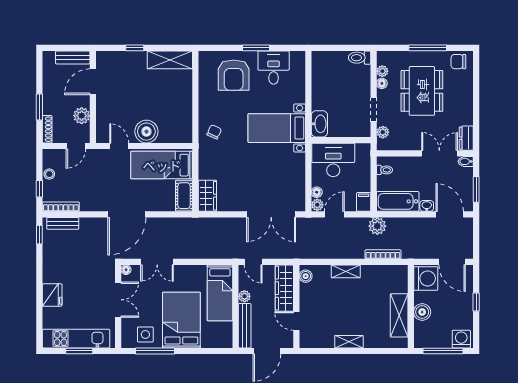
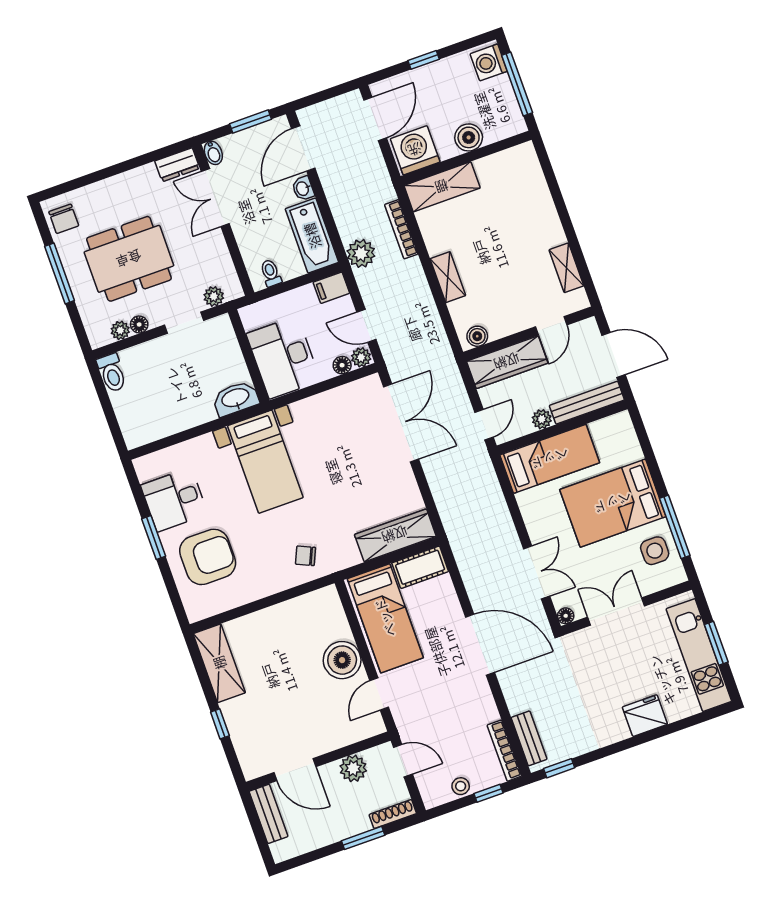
wardrobe: (207, 196) -> (395, 535), width x1.50
shelving: (399, 315) -> (442, 187), moved
shelving: (349, 342) -> (566, 268), moved

